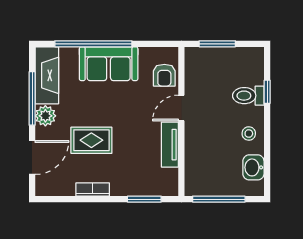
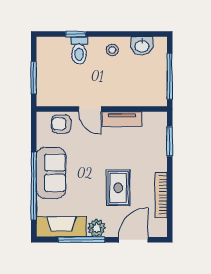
armchair: (164, 75) -> (61, 124), turned 180
door: (32, 158) -> (133, 240), hinge flipped
bookcase: (93, 189) -> (161, 195), width x1.56

